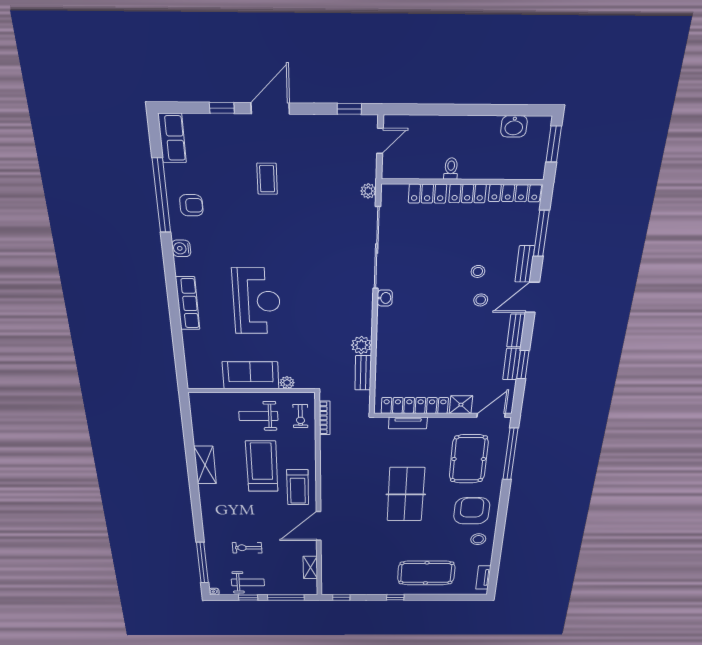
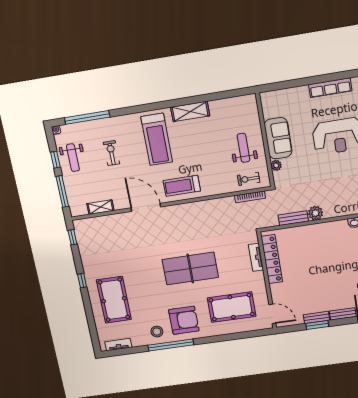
shower: (461, 405) -> (278, 291), removed
window: (510, 454) -> (171, 345), moved
treadmill: (262, 466) -> (157, 139), moved, turned 90

